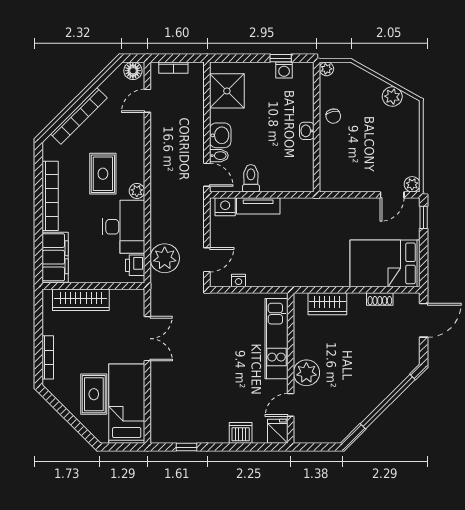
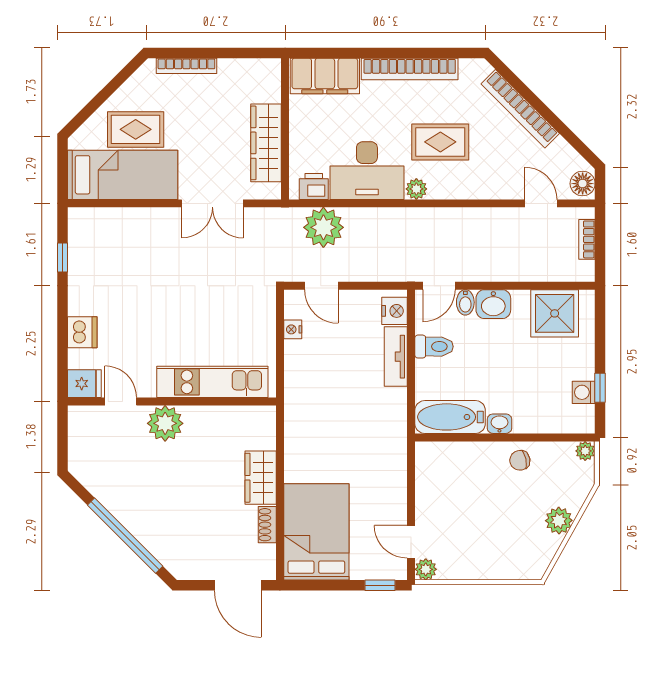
plant: (392, 97) -> (559, 521), moved
bathtub: (302, 167) -> (450, 417), added
wardrobe: (81, 300) -> (266, 143), moved
wardrobe: (327, 304) -> (261, 478), moved

